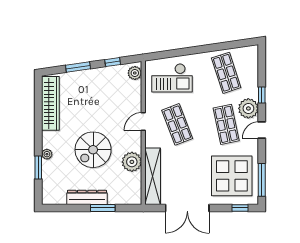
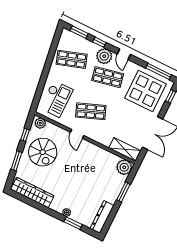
window: (262, 66) -> (79, 32), added
spiral stairs: (93, 150) -> (43, 152), moved
plant: (132, 162) -> (124, 167), moved
shelving: (153, 176) -> (125, 149), width x0.68
dresser: (87, 197) -> (102, 217), moved

